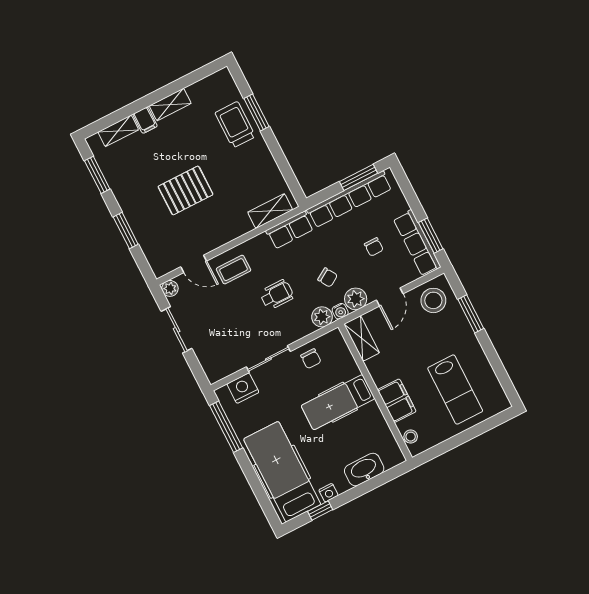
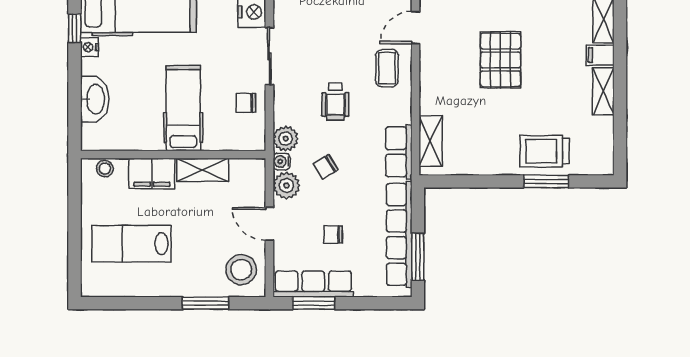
trolley: (235, 125) -> (545, 151), turned 180
shelving: (362, 338) -> (203, 170), moved

